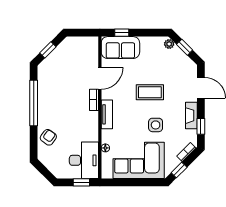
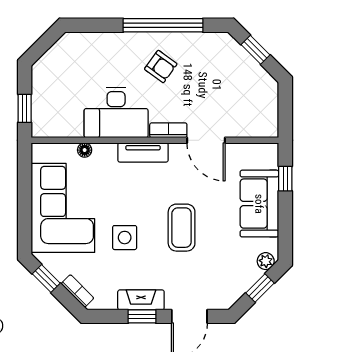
sofa: (120, 48) -> (259, 204), moved
window: (201, 126) -> (142, 316), moved
armchair: (48, 137) -> (161, 66), moved
desk: (84, 160) -> (116, 113), moved

